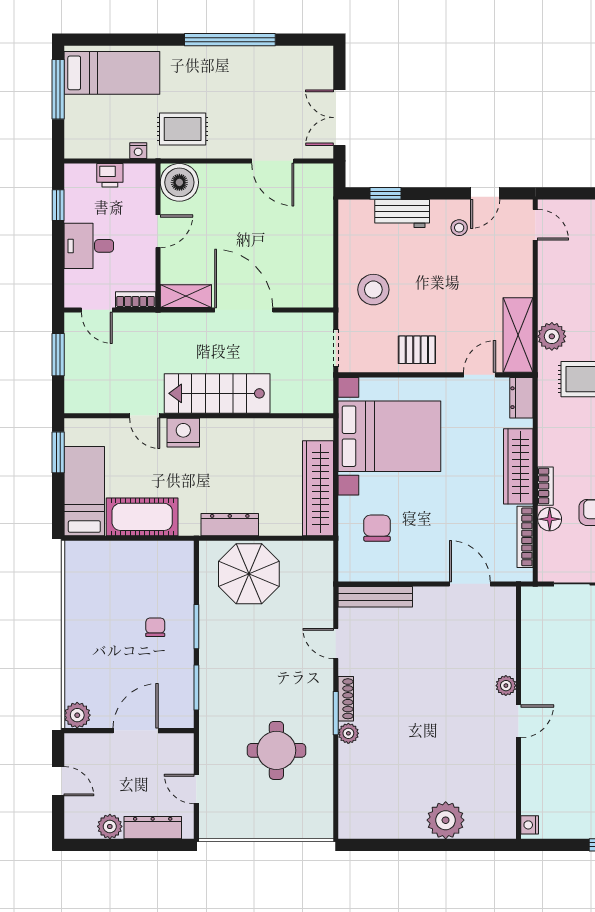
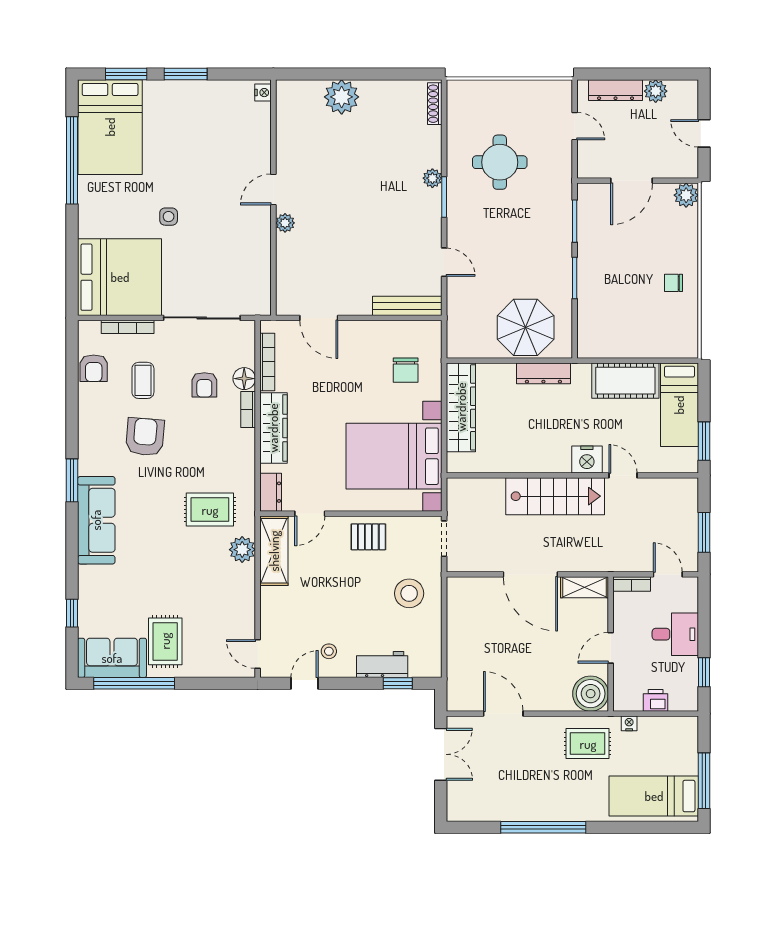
chair: (155, 627) -> (673, 283), moved, turned 90
shoe rack: (346, 699) -> (435, 104), moved

